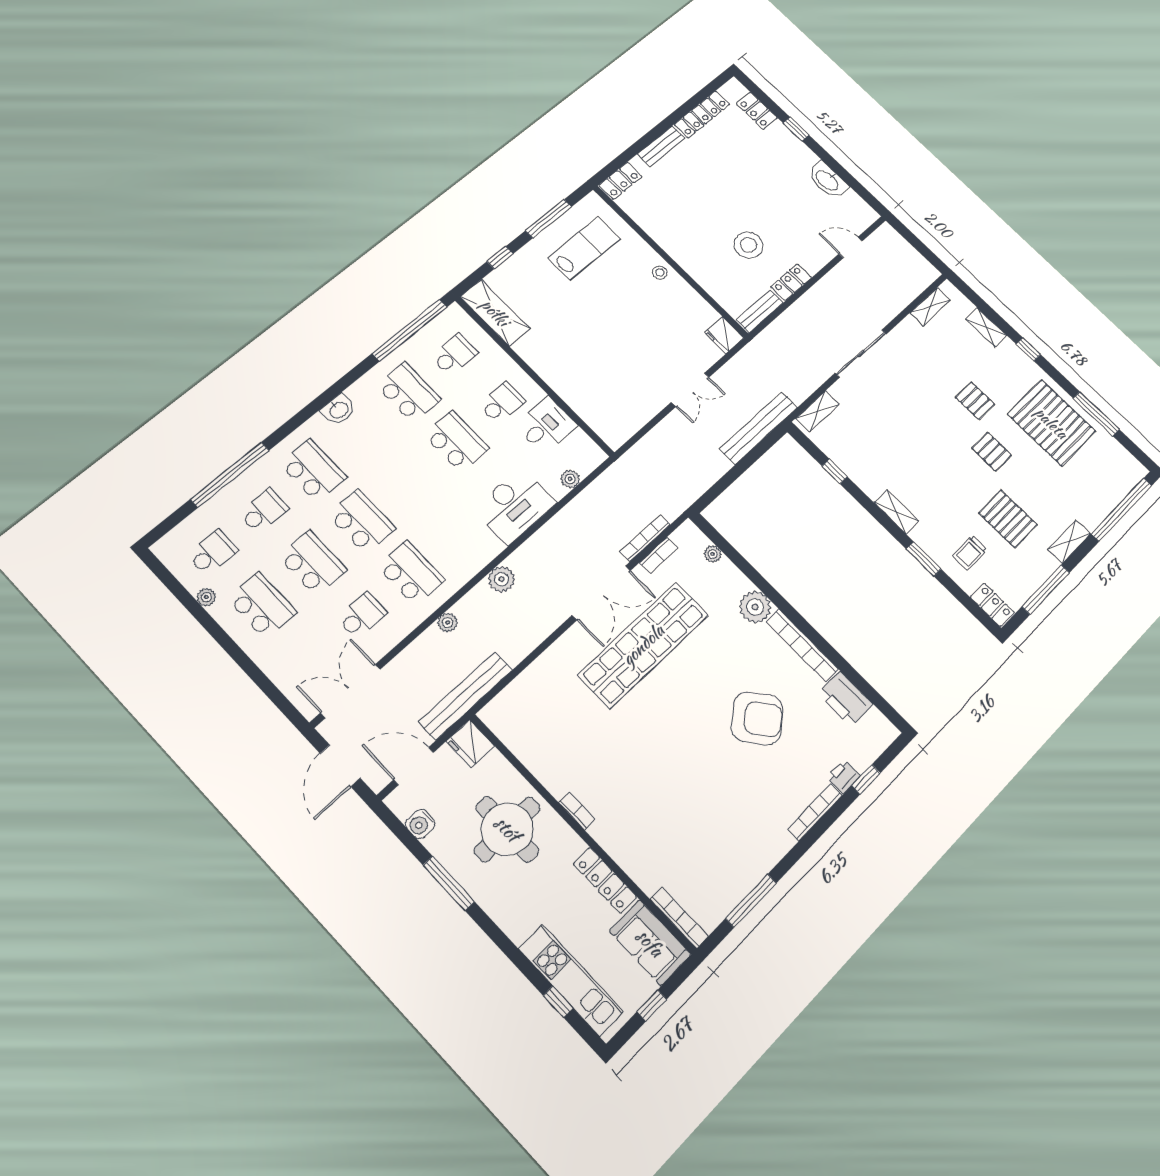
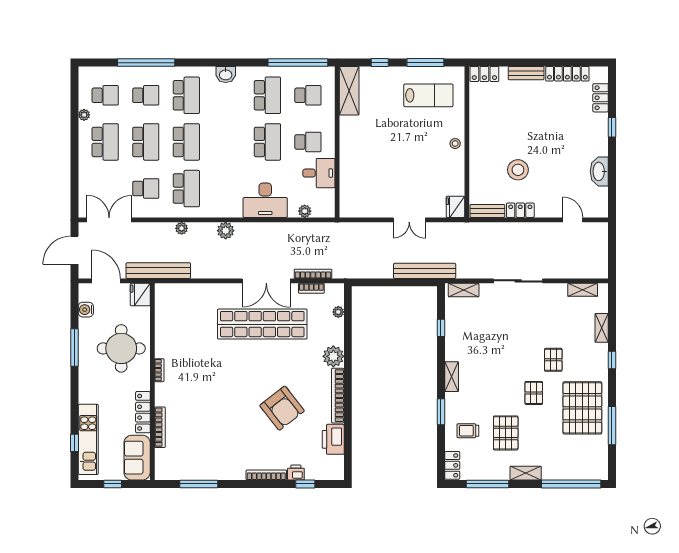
bookcase: (679, 918) -> (160, 427), moved

